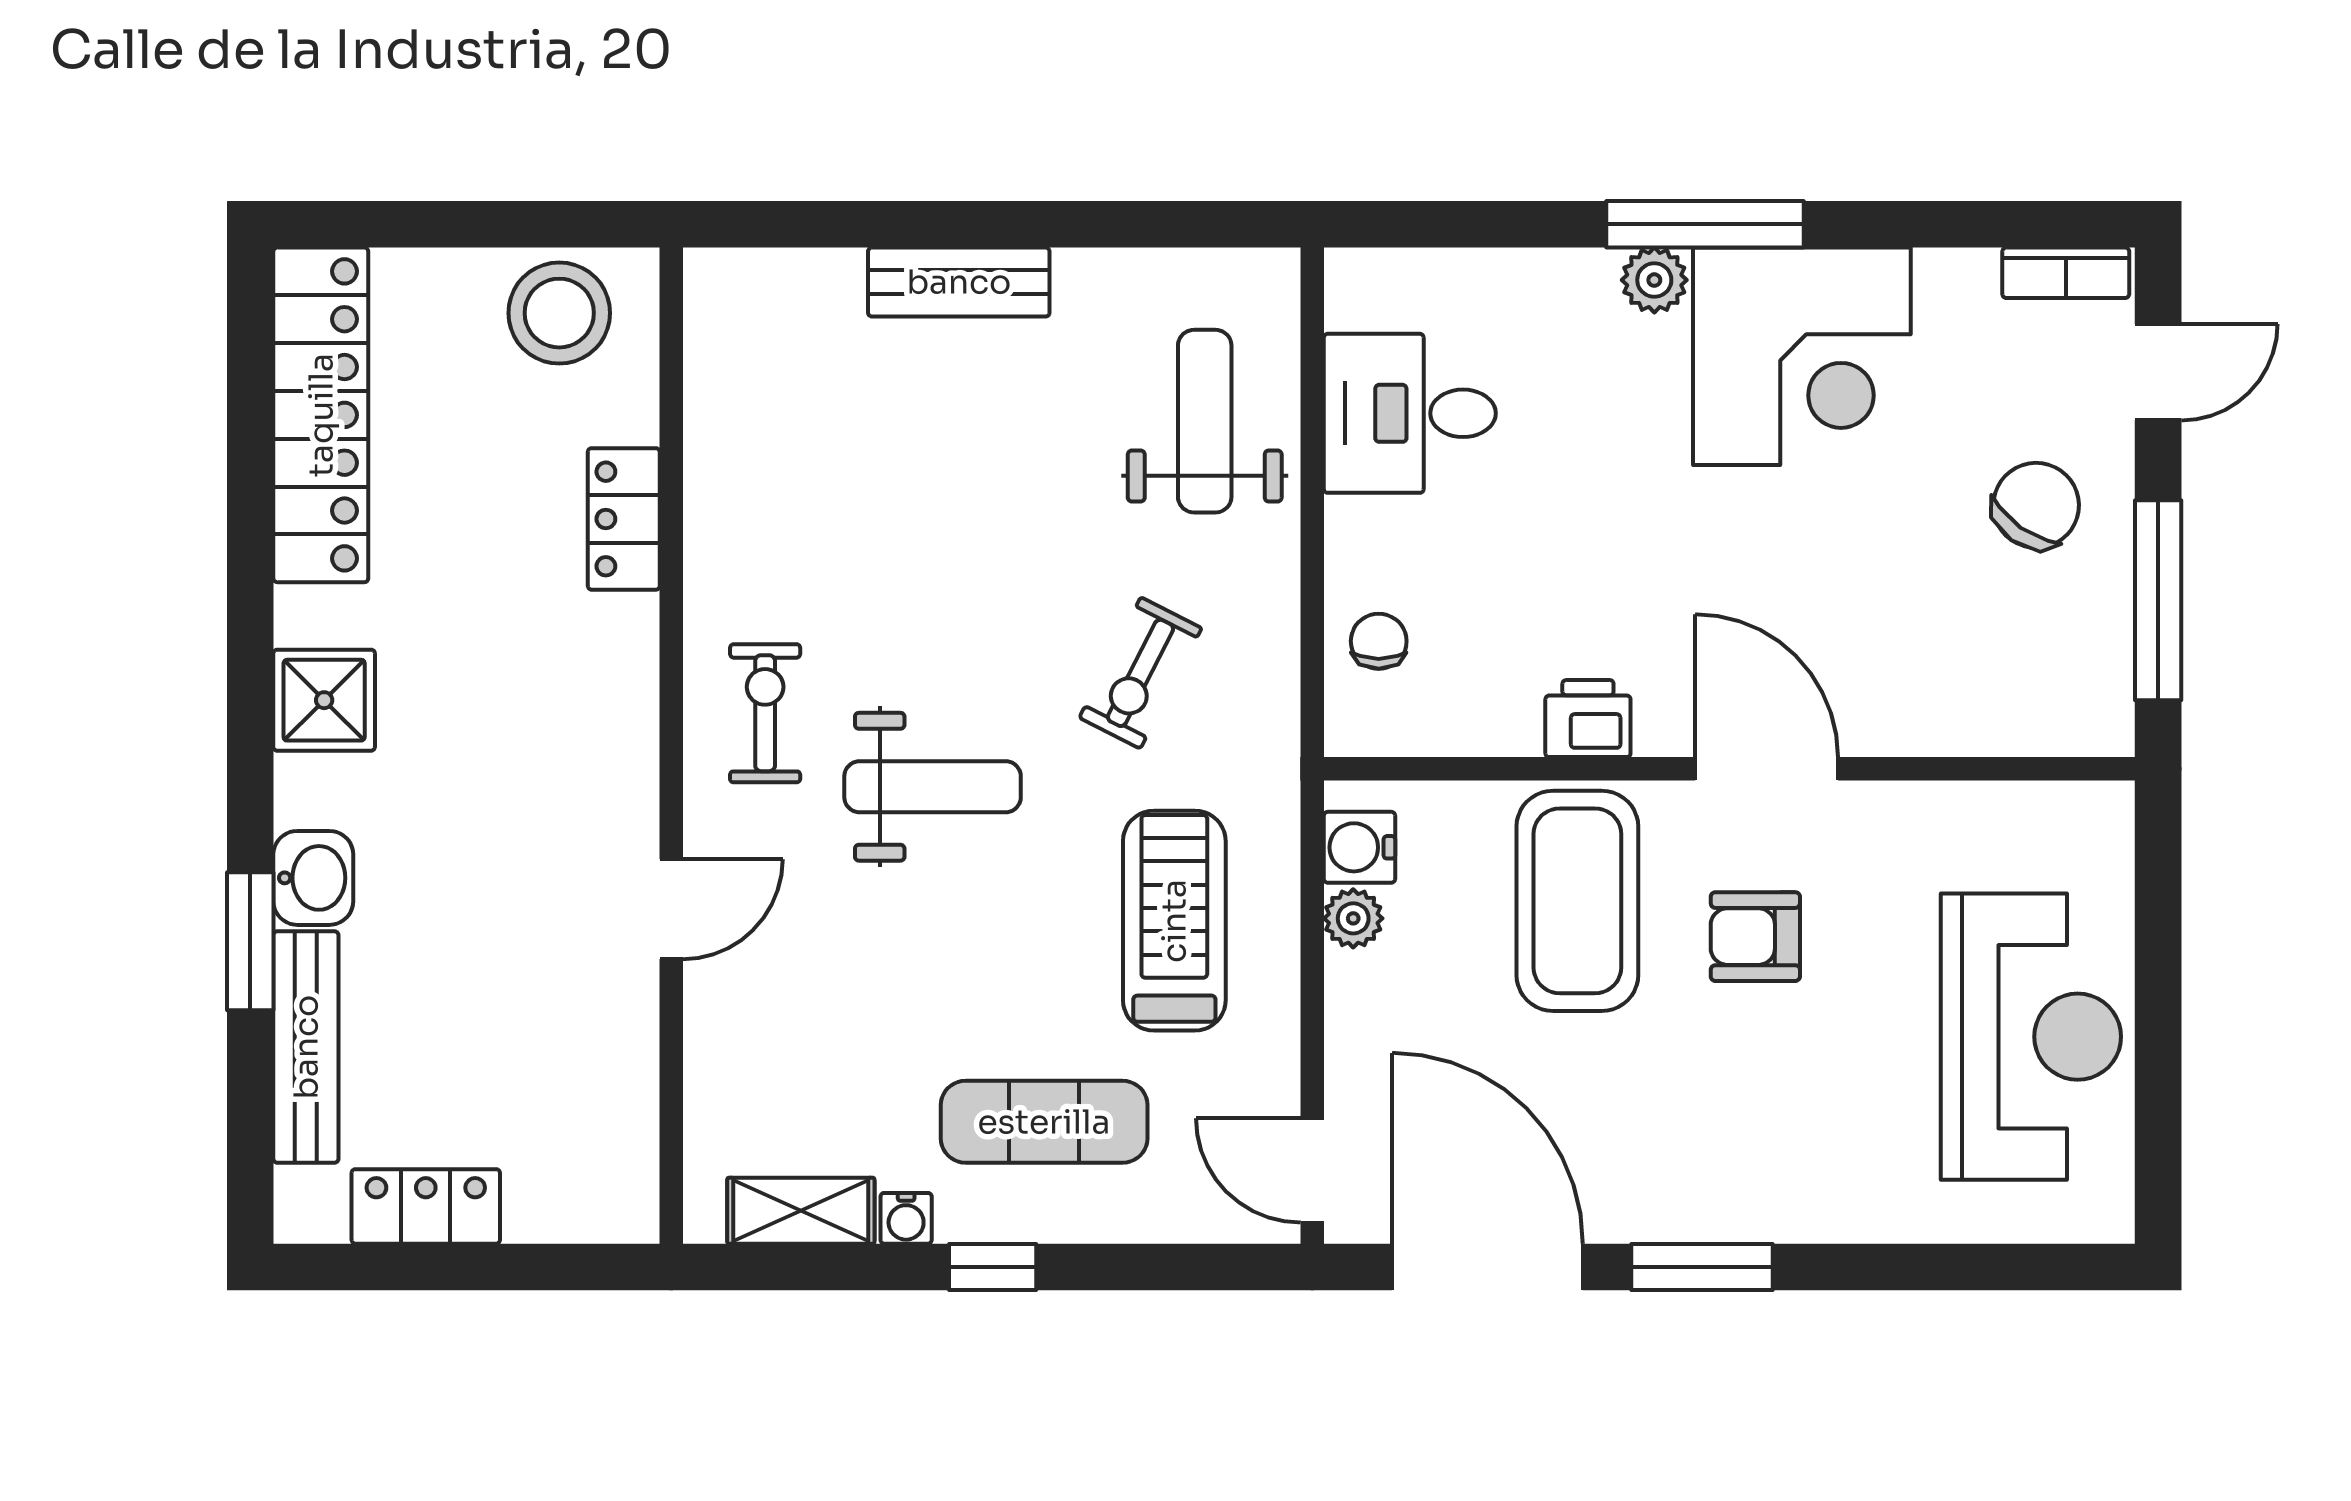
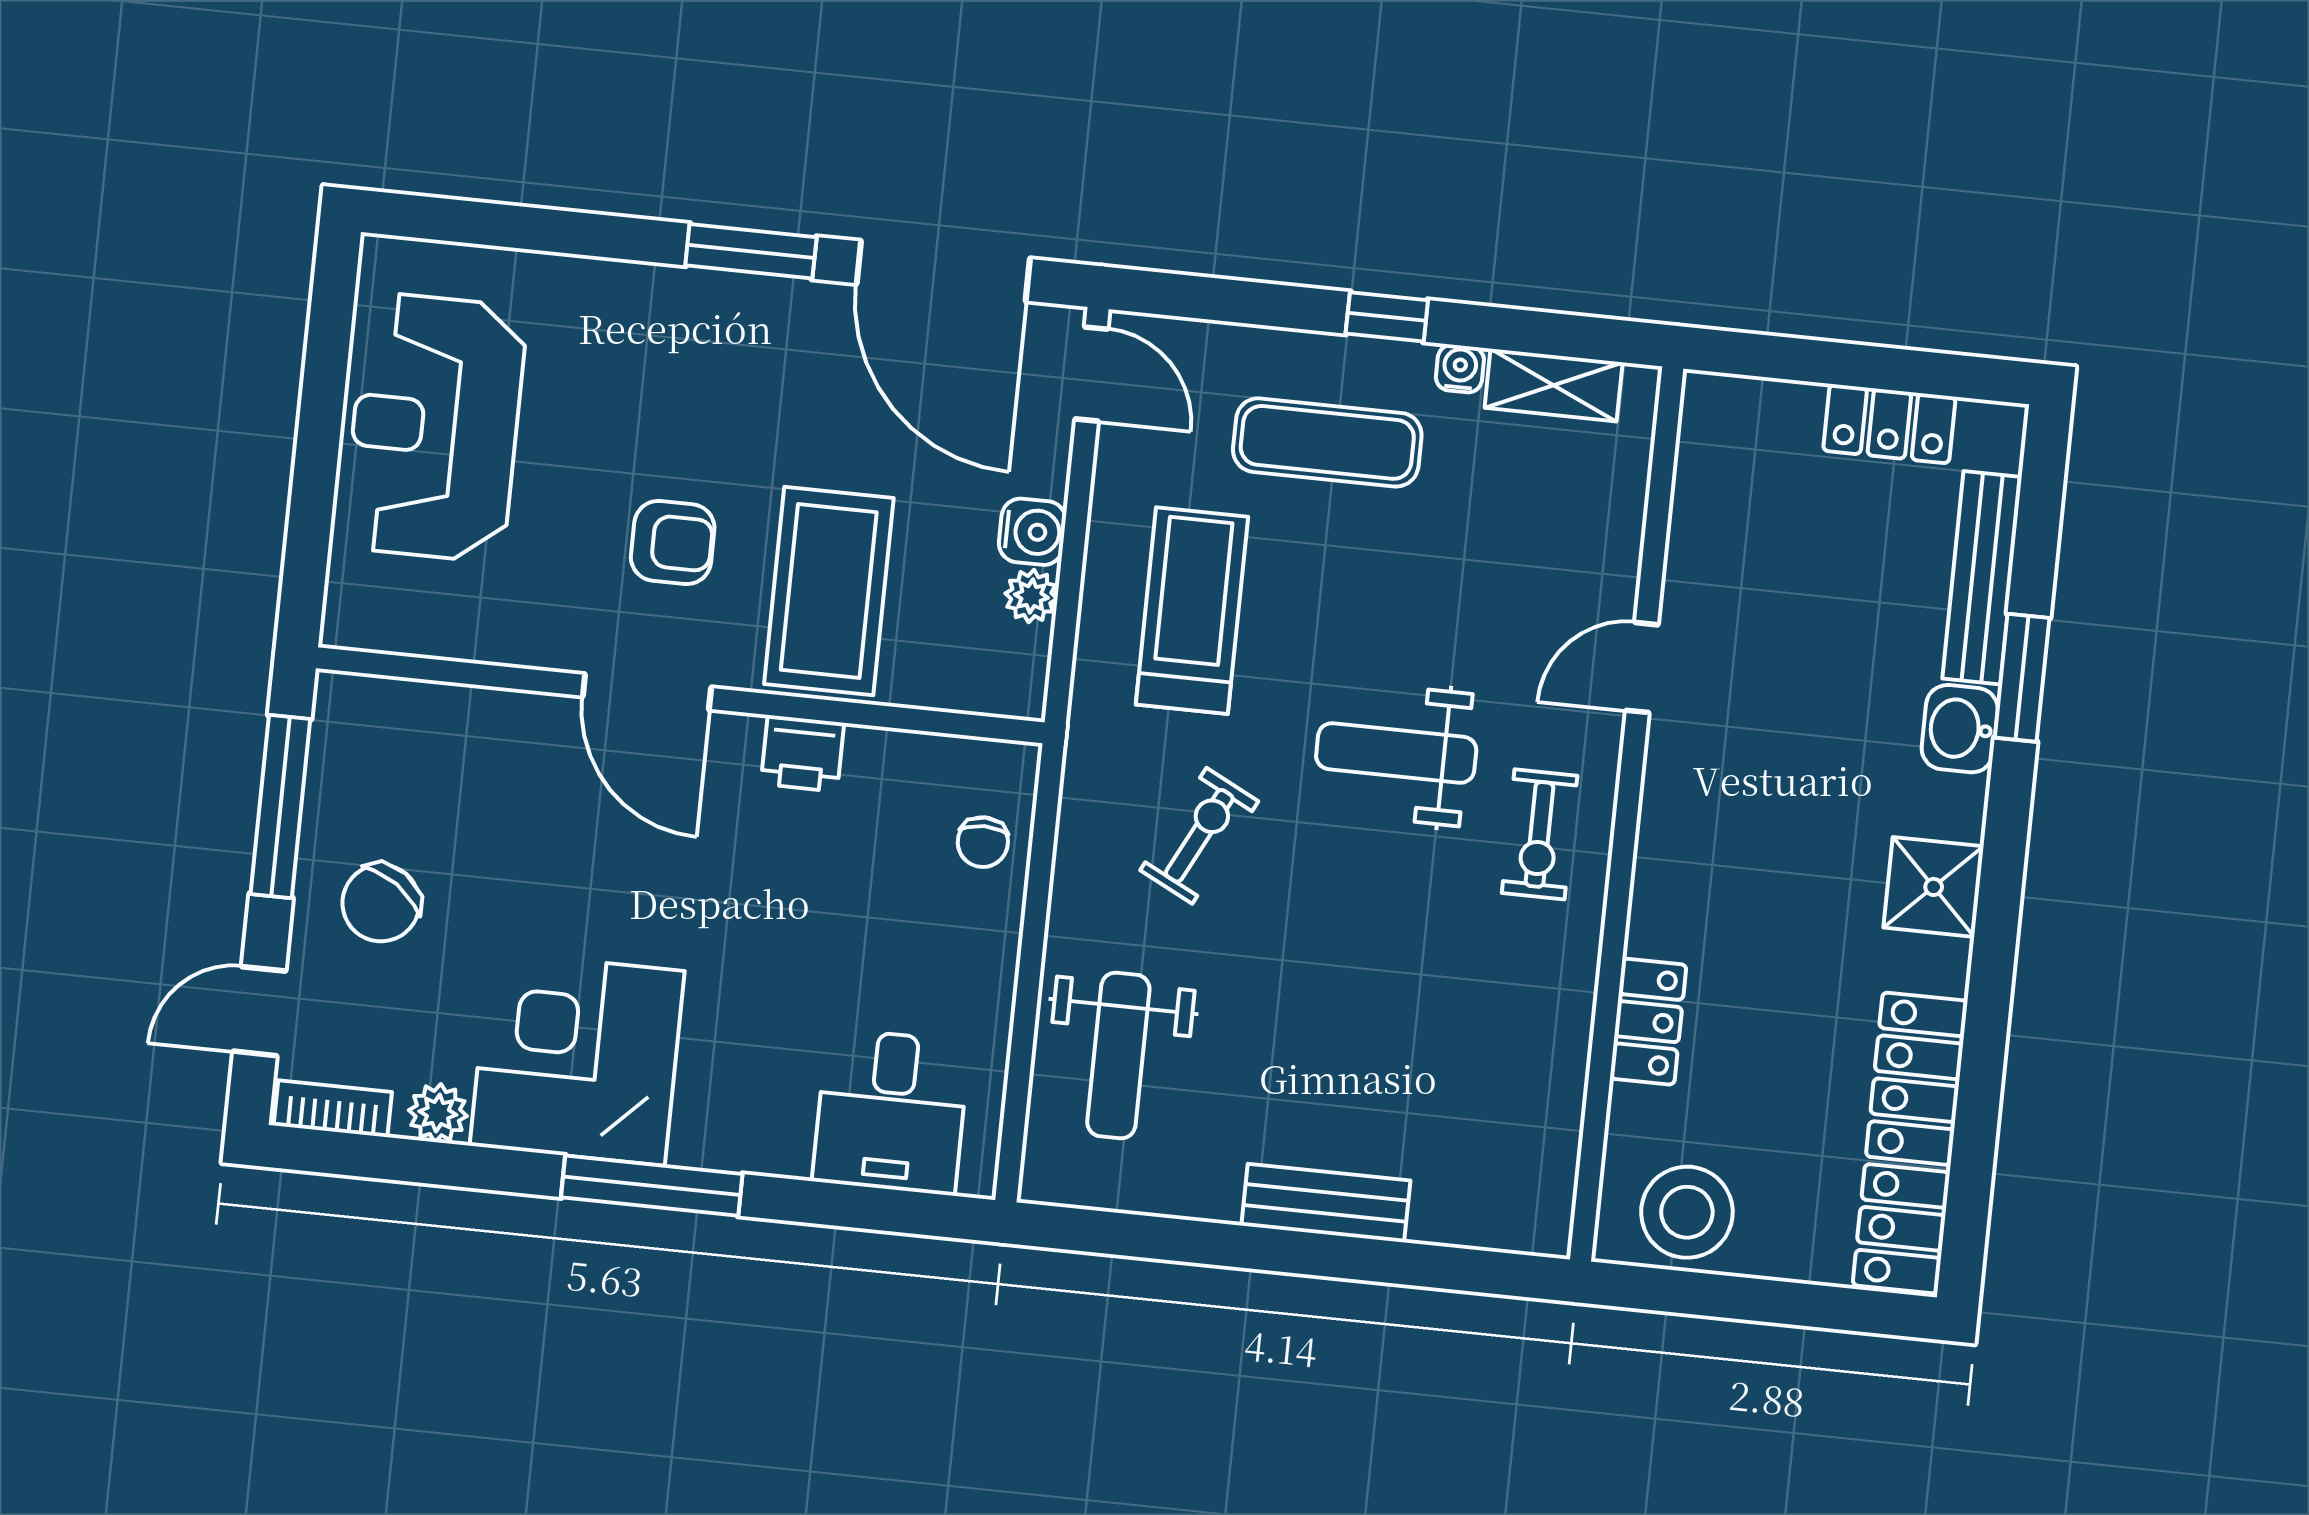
plant: (1654, 280) -> (438, 1113), moved
desk: (1410, 413) -> (891, 1112), moved, turned 90
water cooler: (1359, 847) -> (1032, 532), moved
treadmill: (1174, 921) -> (1192, 611), turned 180

